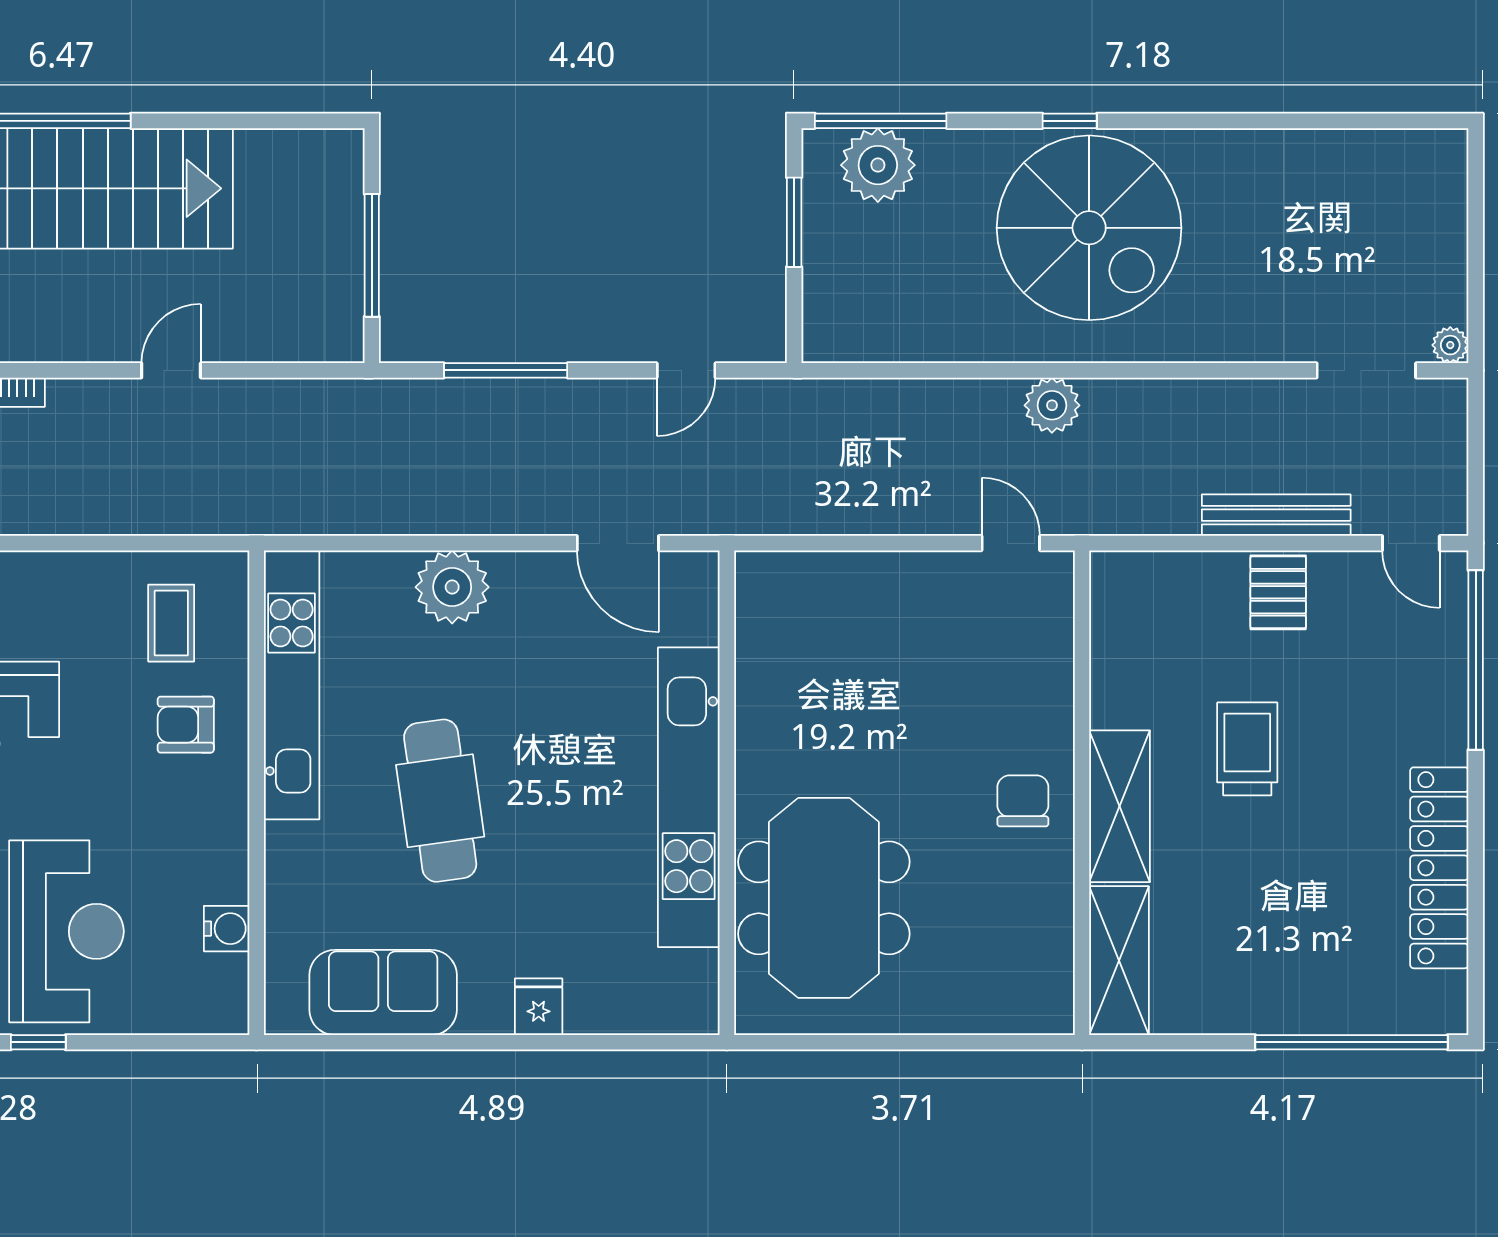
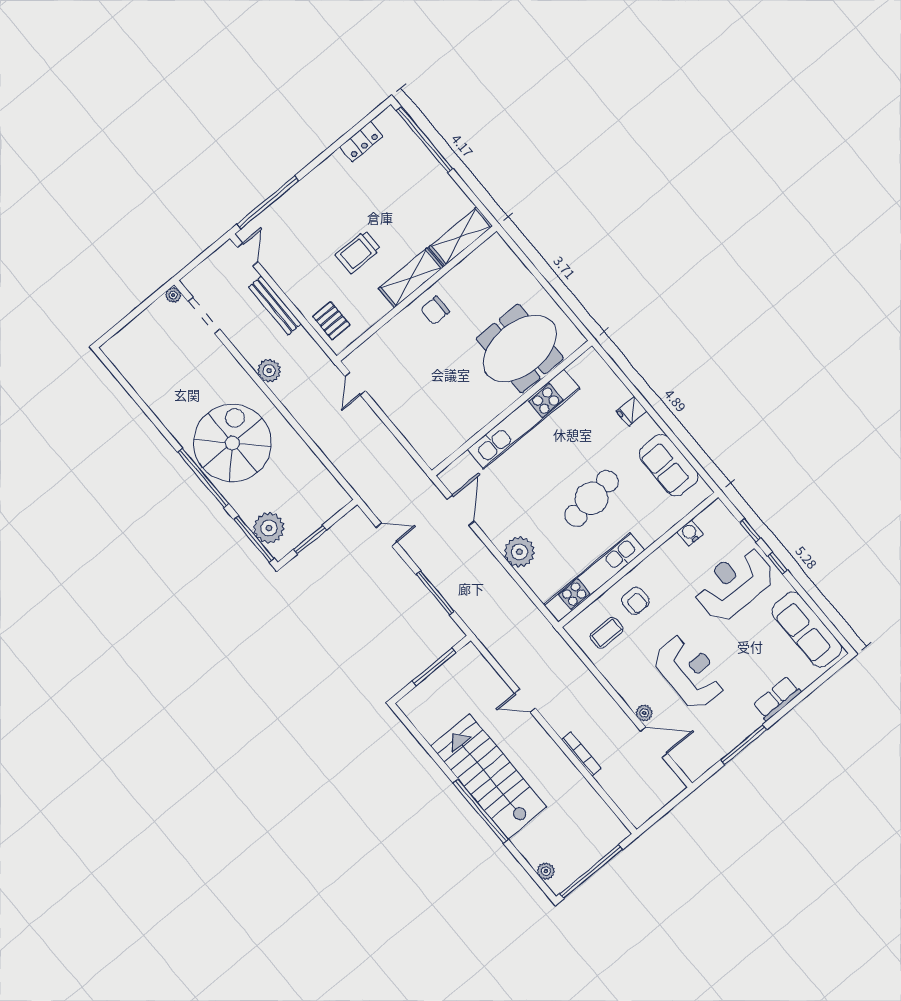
window: (1070, 121) -> (203, 478), width x3.17
plant: (1052, 405) -> (269, 371), moved
pallet: (1278, 592) -> (331, 321), moved, turned 90
locker: (1439, 868) -> (361, 142), width x0.46, depth x0.83
window: (140, 1042) -> (750, 530), added

